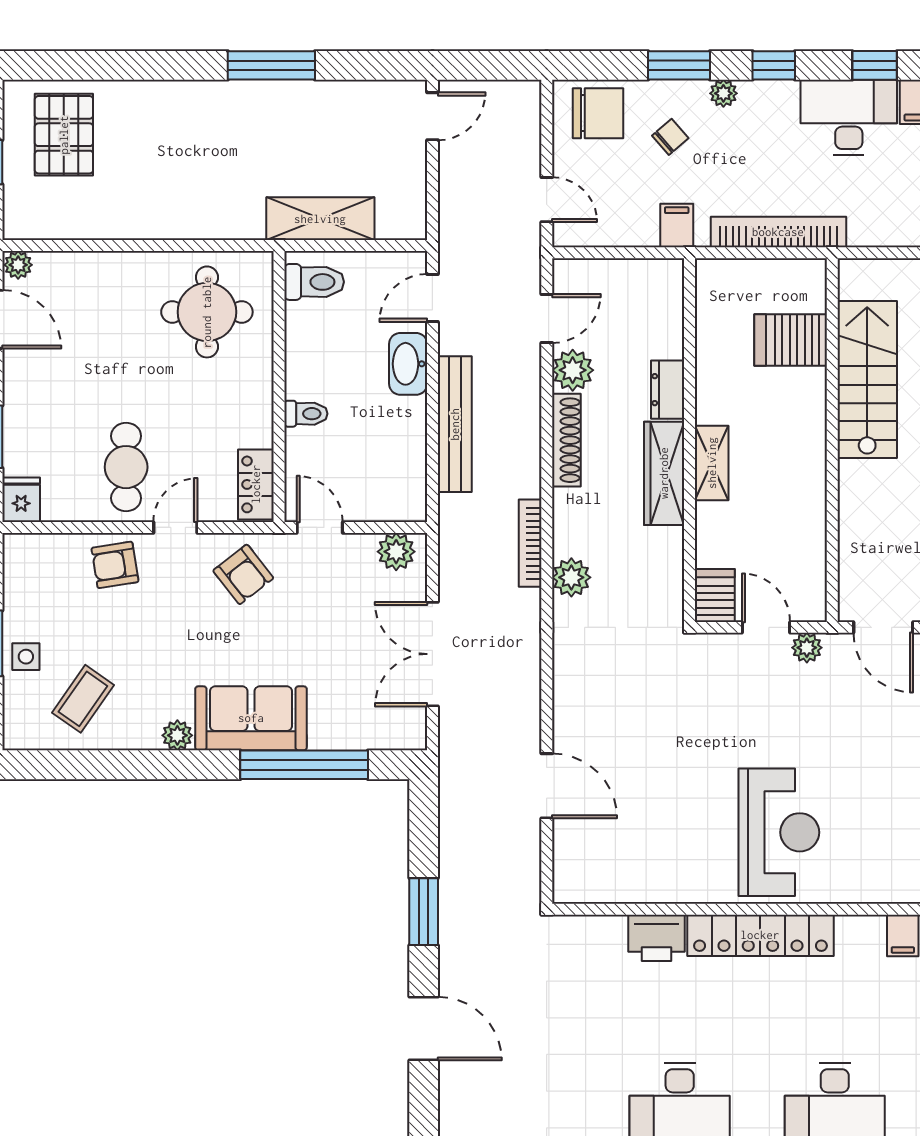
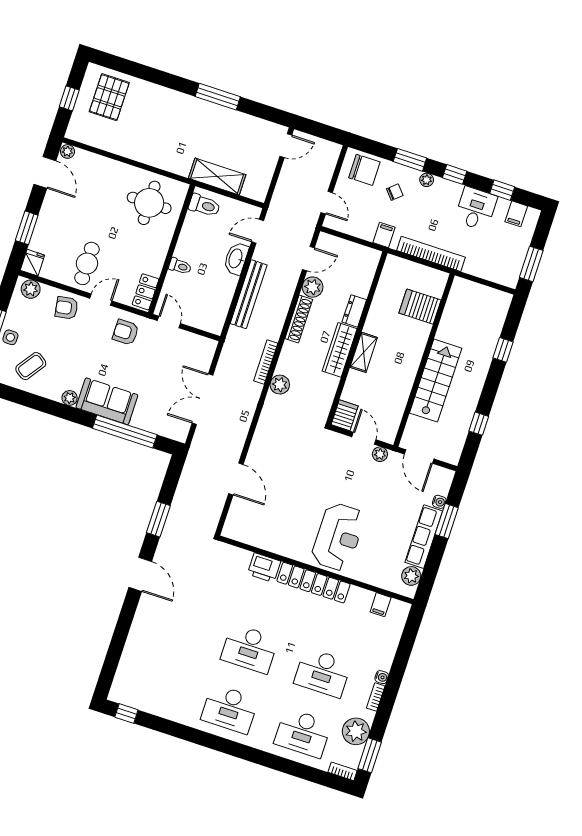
desk: (849, 117) -> (476, 209), width x0.73
stairs: (867, 379) -> (436, 381), moved
plant: (396, 552) -> (31, 289), moved
armchair: (243, 574) -> (126, 332), turned 128

